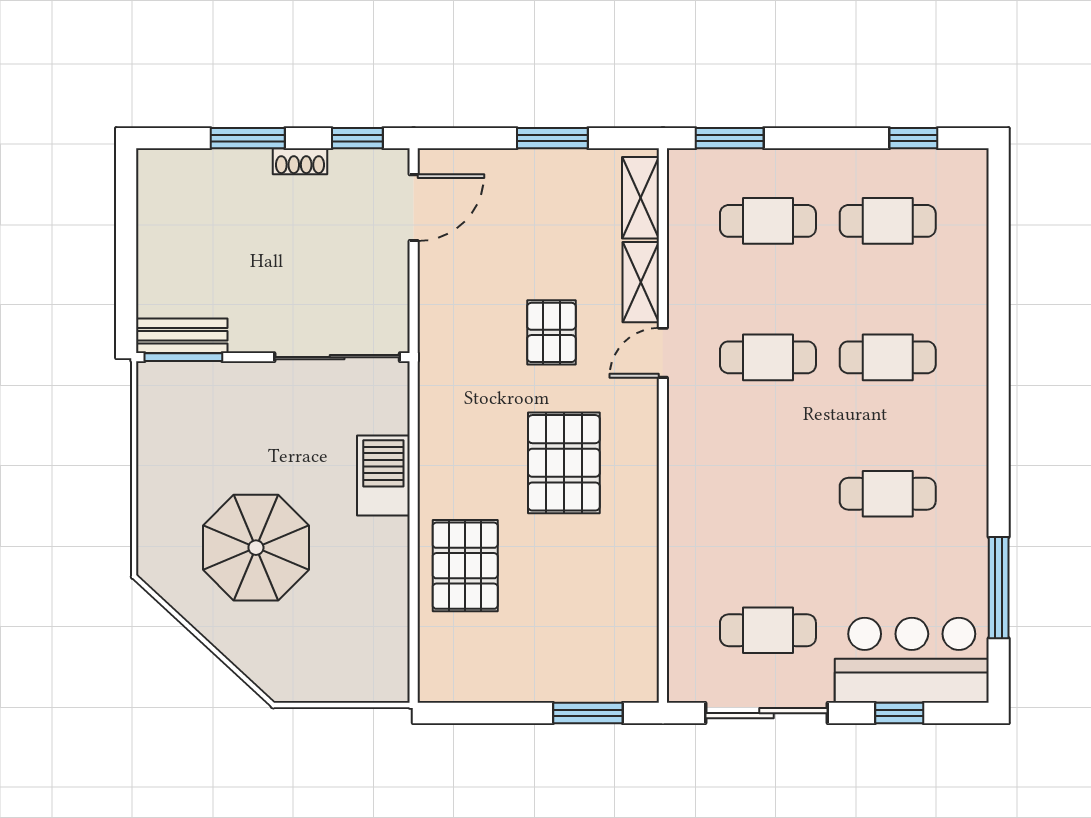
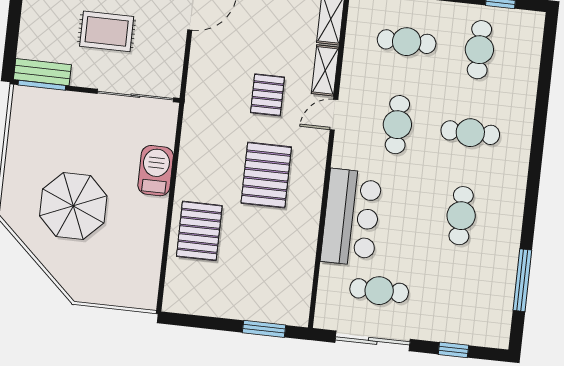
cafe table: (888, 221) -> (479, 50), turned 90
rug: (279, 258) -> (107, 31), added
cafe table: (768, 357) -> (397, 125), turned 90
cafe table: (888, 494) -> (461, 216), turned 90
bar counter: (912, 660) -> (351, 217), moved, turned 90

